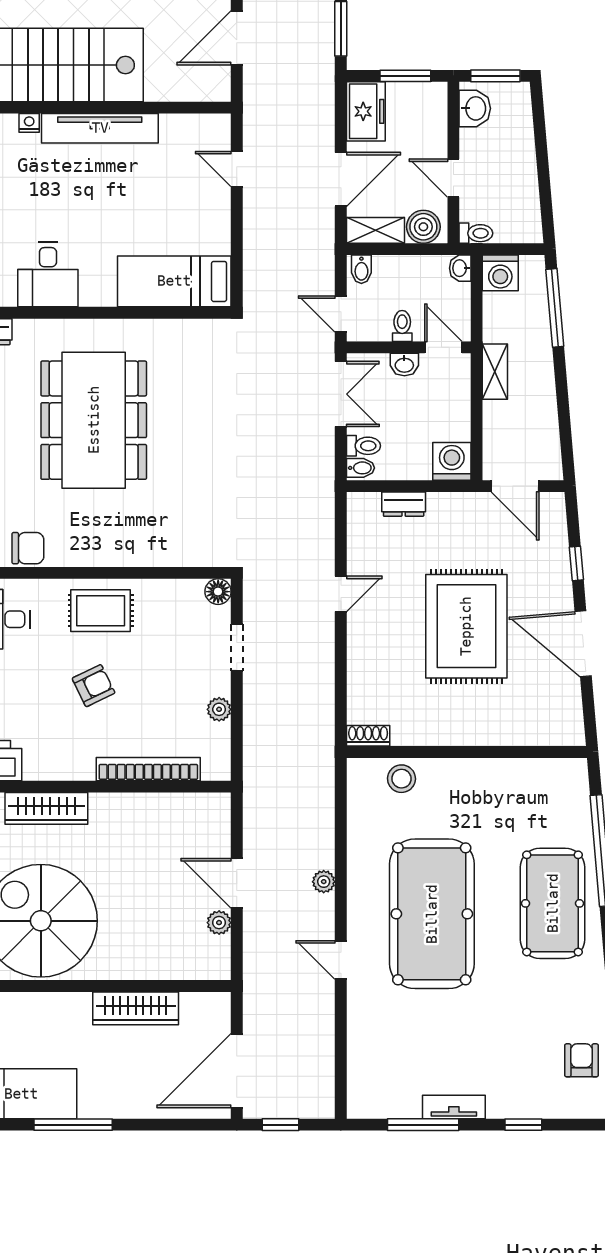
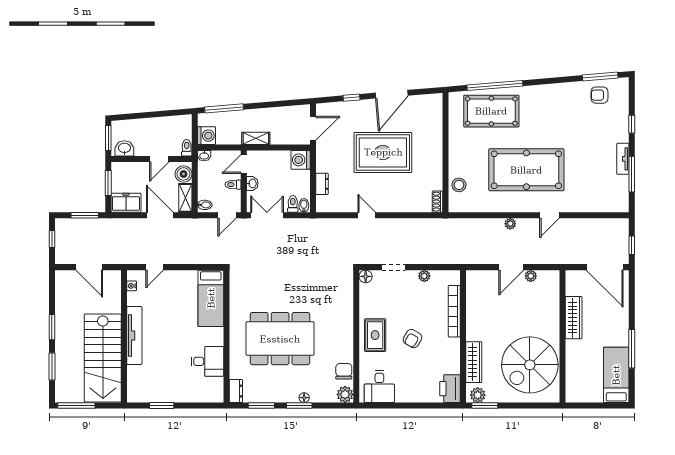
nightstand: (29, 123) -> (132, 286), moved
armchair: (94, 686) -> (412, 339), turned -124
pool table: (553, 903) -> (491, 111), moved

